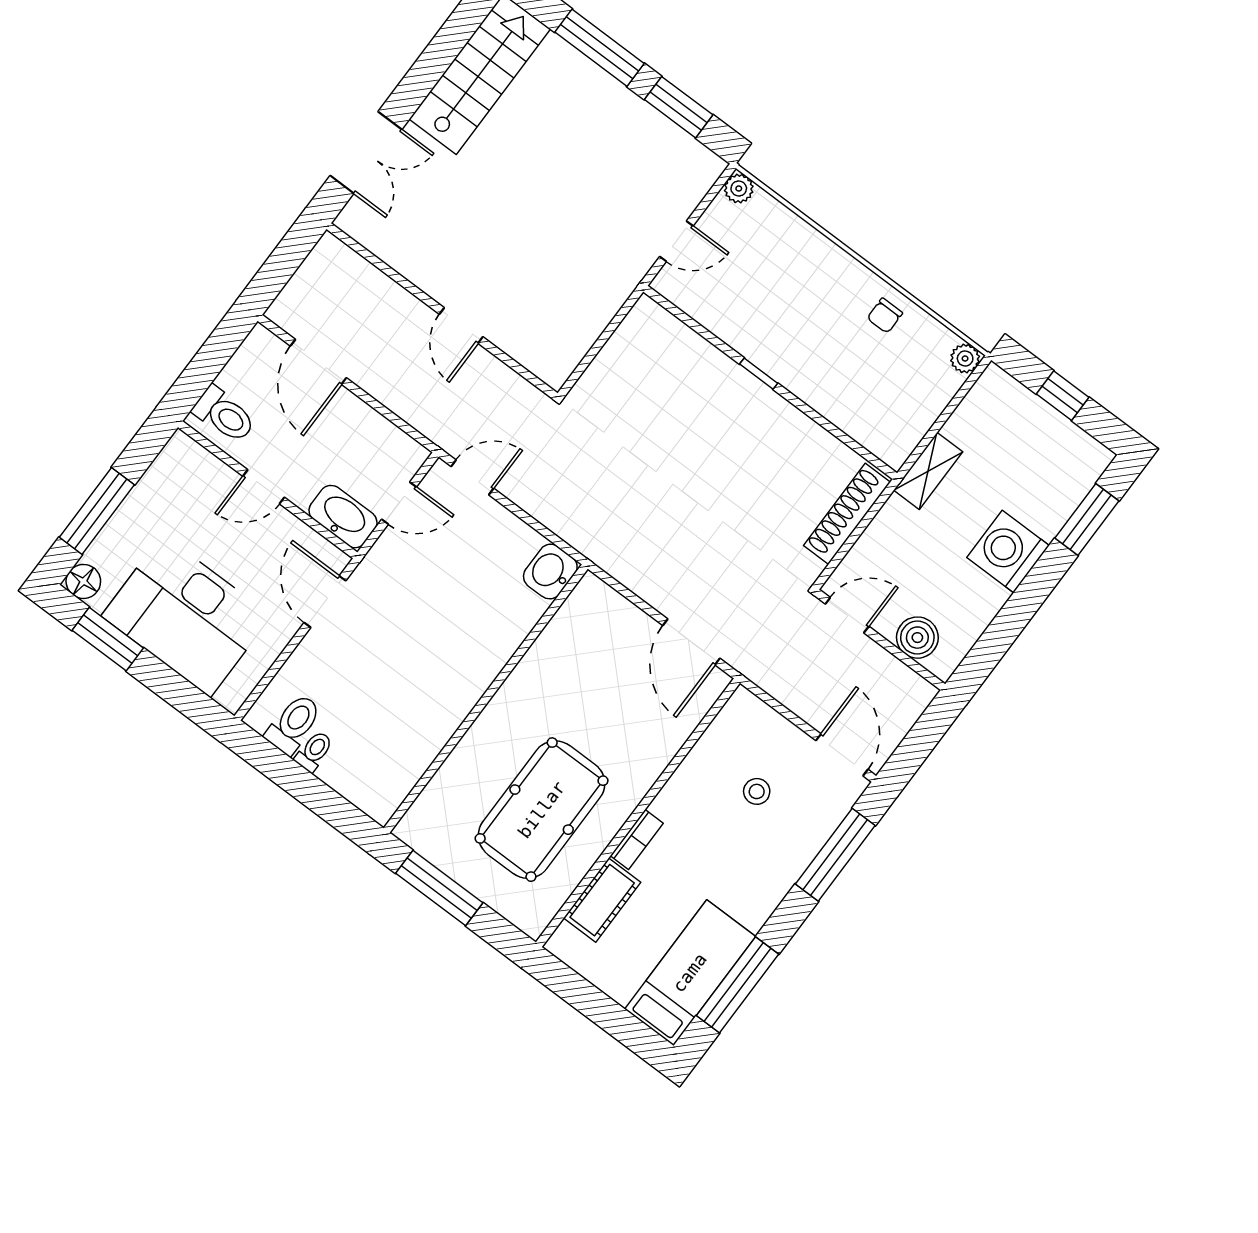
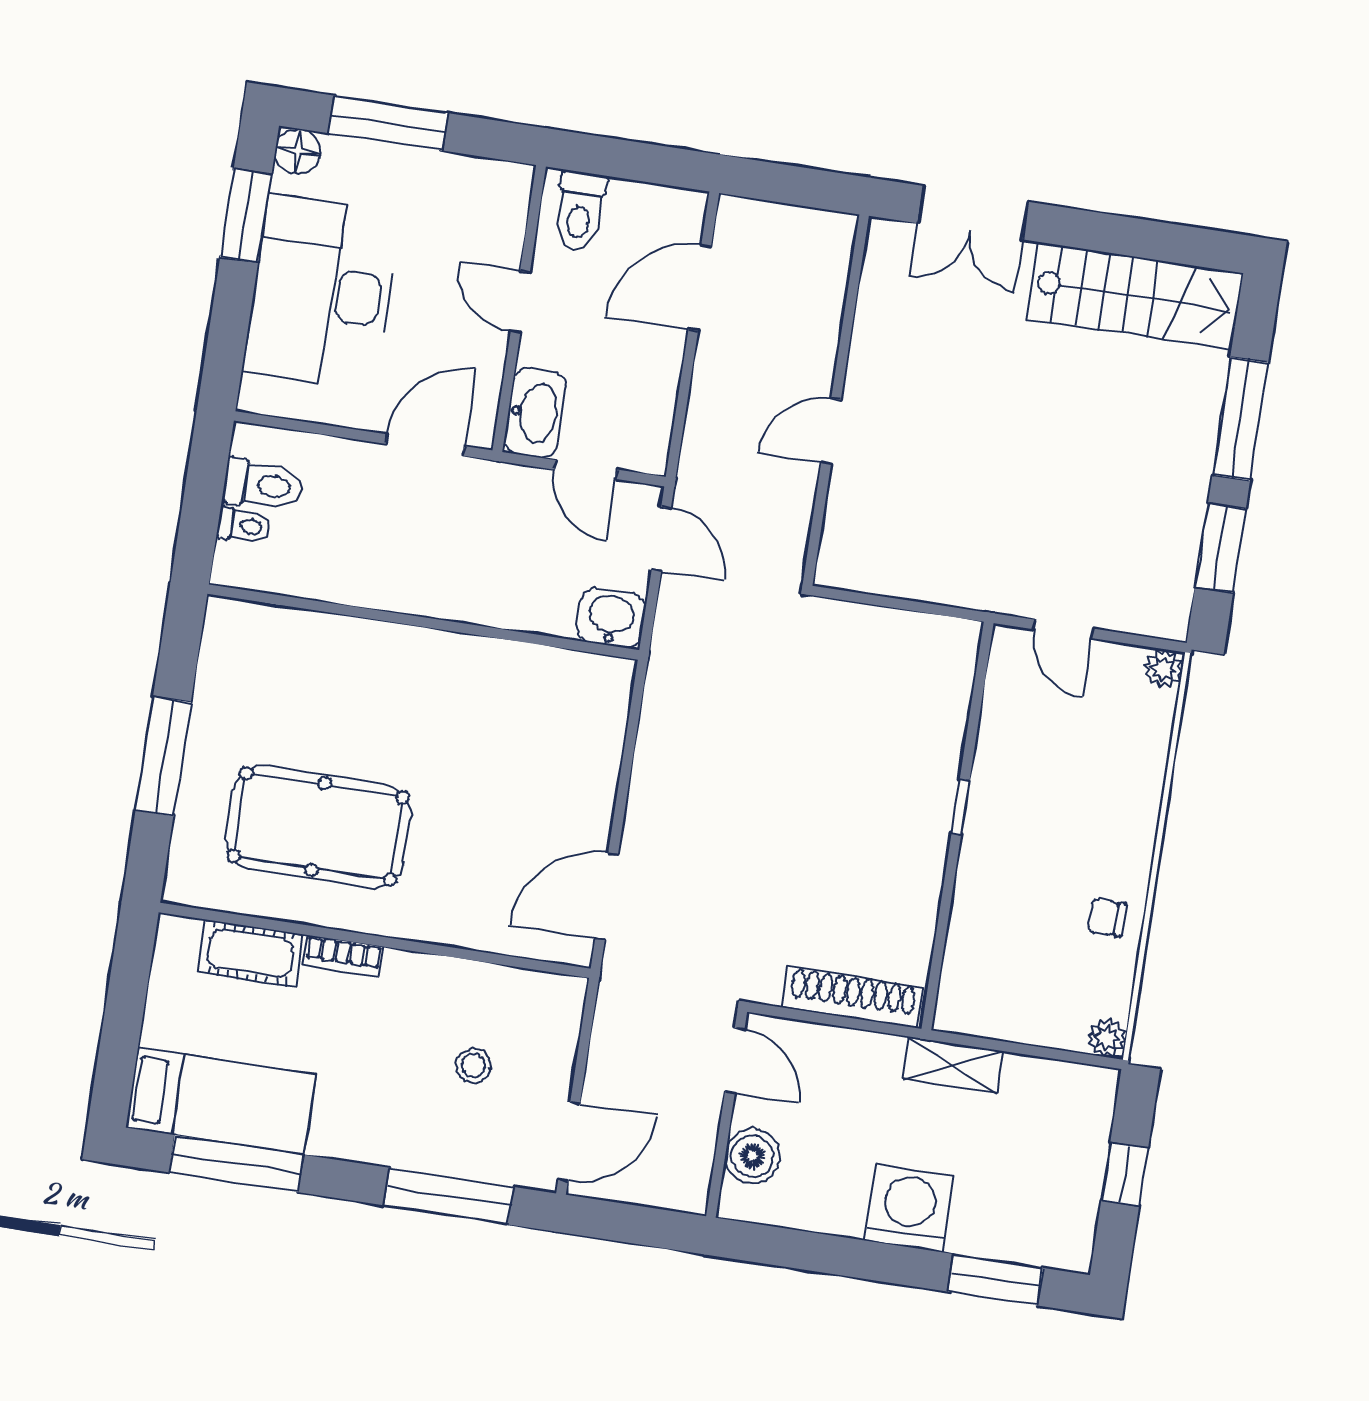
washbasin: (550, 572) -> (611, 618), moved
wall: (486, 698) -> (423, 622), moved

